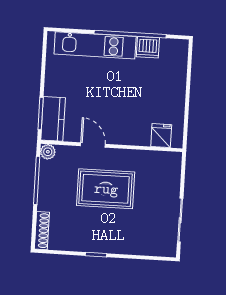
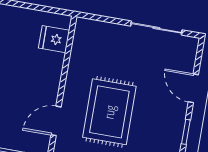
door: (133, 257) -> (193, 88), added

